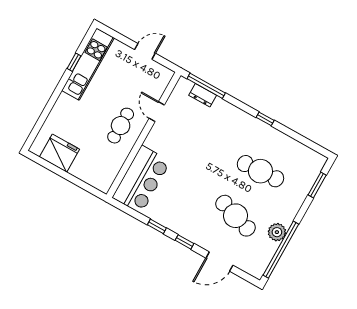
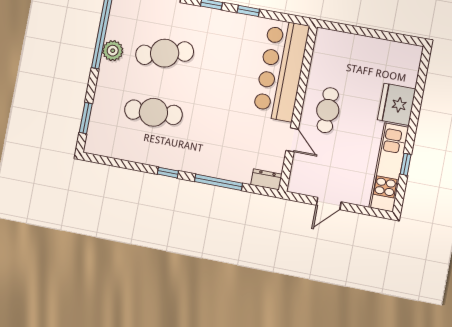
window: (206, 86) -> (218, 182), moved
dresser: (203, 95) -> (266, 179), moved
fridge: (59, 153) -> (397, 104), moved, turned 90
bar counter: (141, 179) -> (281, 70), width x1.36
cafe table: (235, 216) -> (165, 53), turned -33

